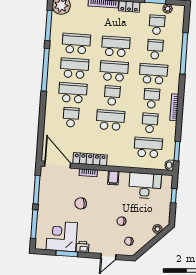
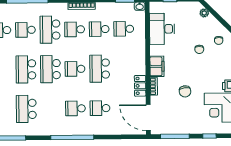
school desk: (74, 68) -> (51, 109), removed
window: (45, 70) -> (72, 137), moved
school desk: (73, 93) -> (75, 108), width x0.54
school desk: (148, 147) -> (124, 29), width x0.54
locker: (90, 159) -> (140, 86), width x0.66
door: (58, 165) -> (148, 118), hinge flipped
filing cabinet: (113, 178) -> (157, 66), width x2.00
window: (34, 224) -> (209, 136), width x0.46

